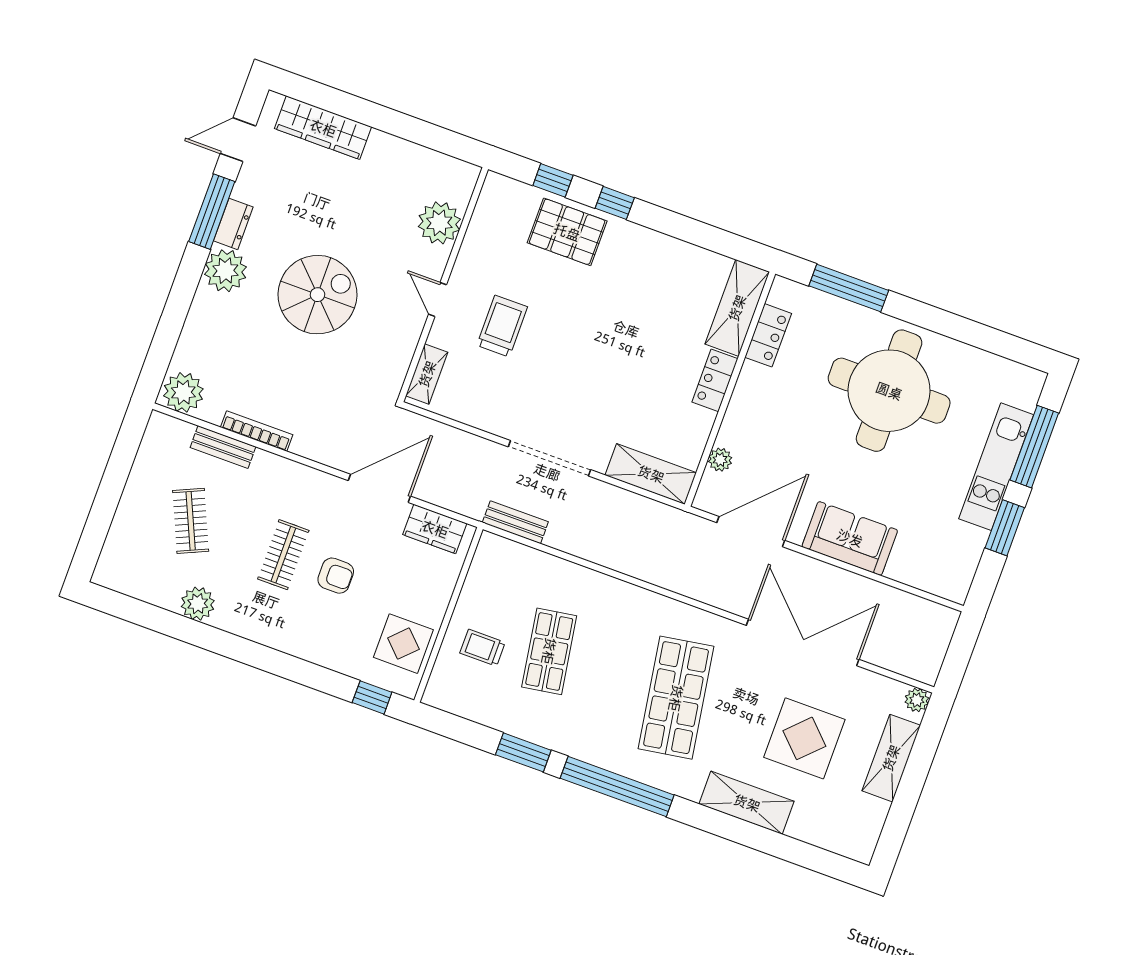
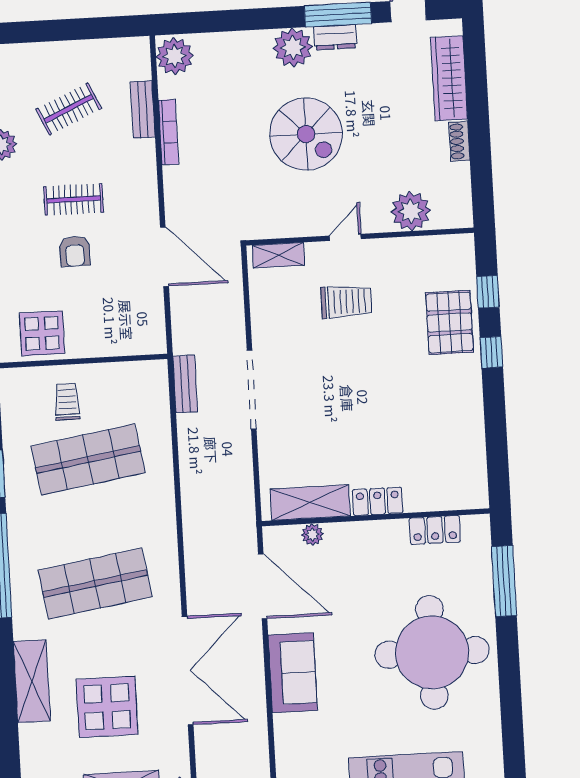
shoe rack: (390, 145) -> (459, 141), added
shelving: (737, 308) -> (447, 494), removed
shelving: (651, 474) -> (310, 503), moved, turned 90
wardrobe: (435, 529) -> (150, 318), removed
shop shelf: (549, 651) -> (88, 459), width x1.43, depth x1.36

